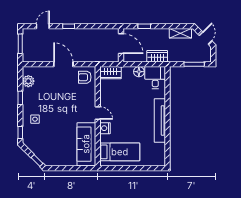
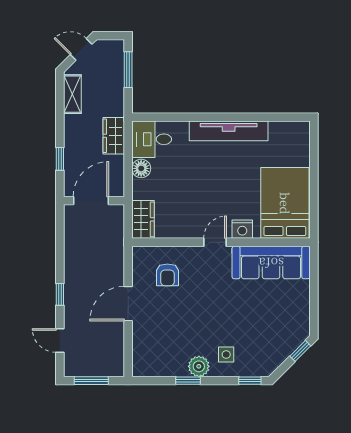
armchair: (85, 77) -> (167, 275), moved
plant: (28, 81) -> (199, 366), moved
bed: (120, 152) -> (285, 203), width x1.50

